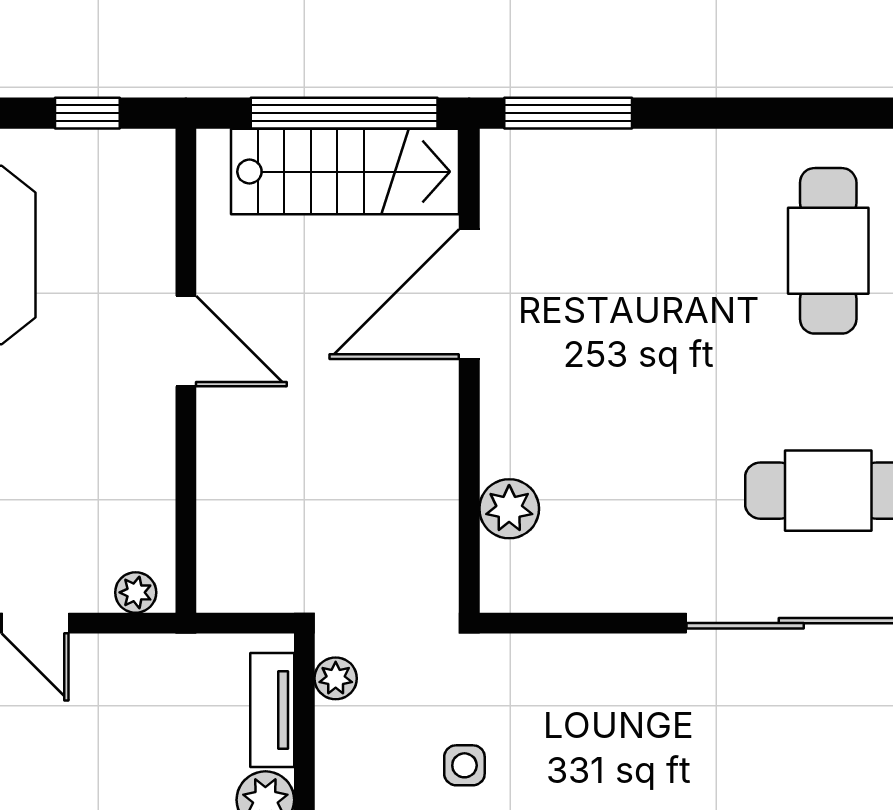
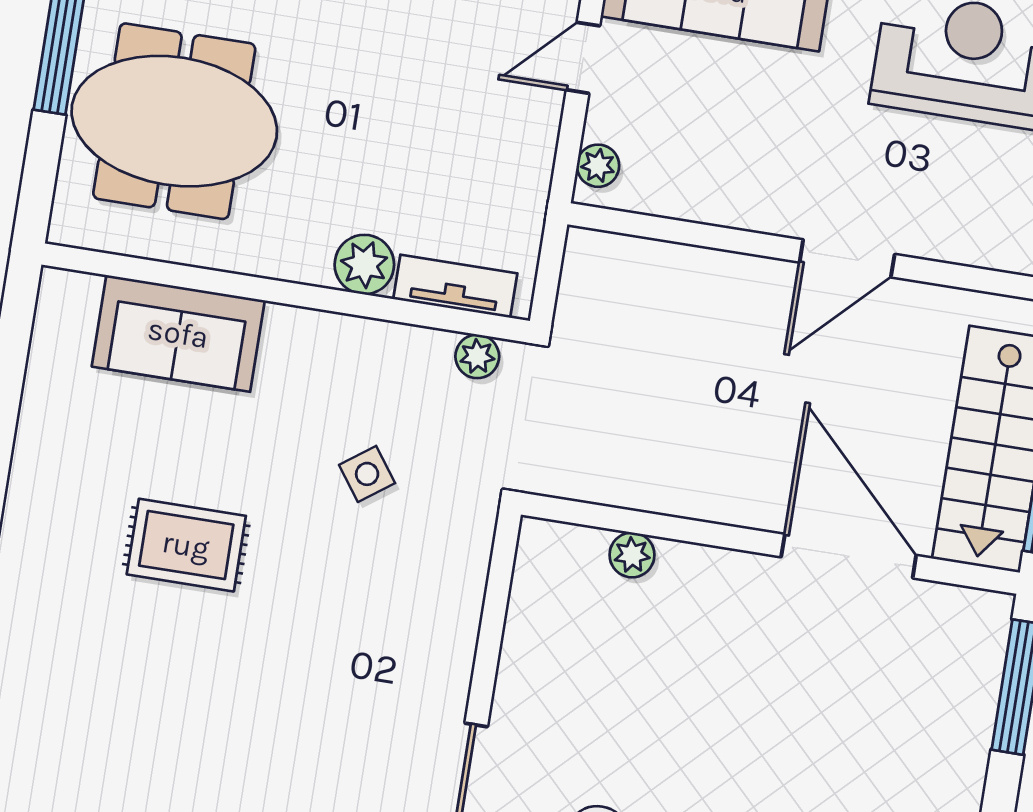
plant: (509, 509) -> (632, 555), width x0.73, depth x0.73
side table: (464, 765) -> (367, 474), turned -36

